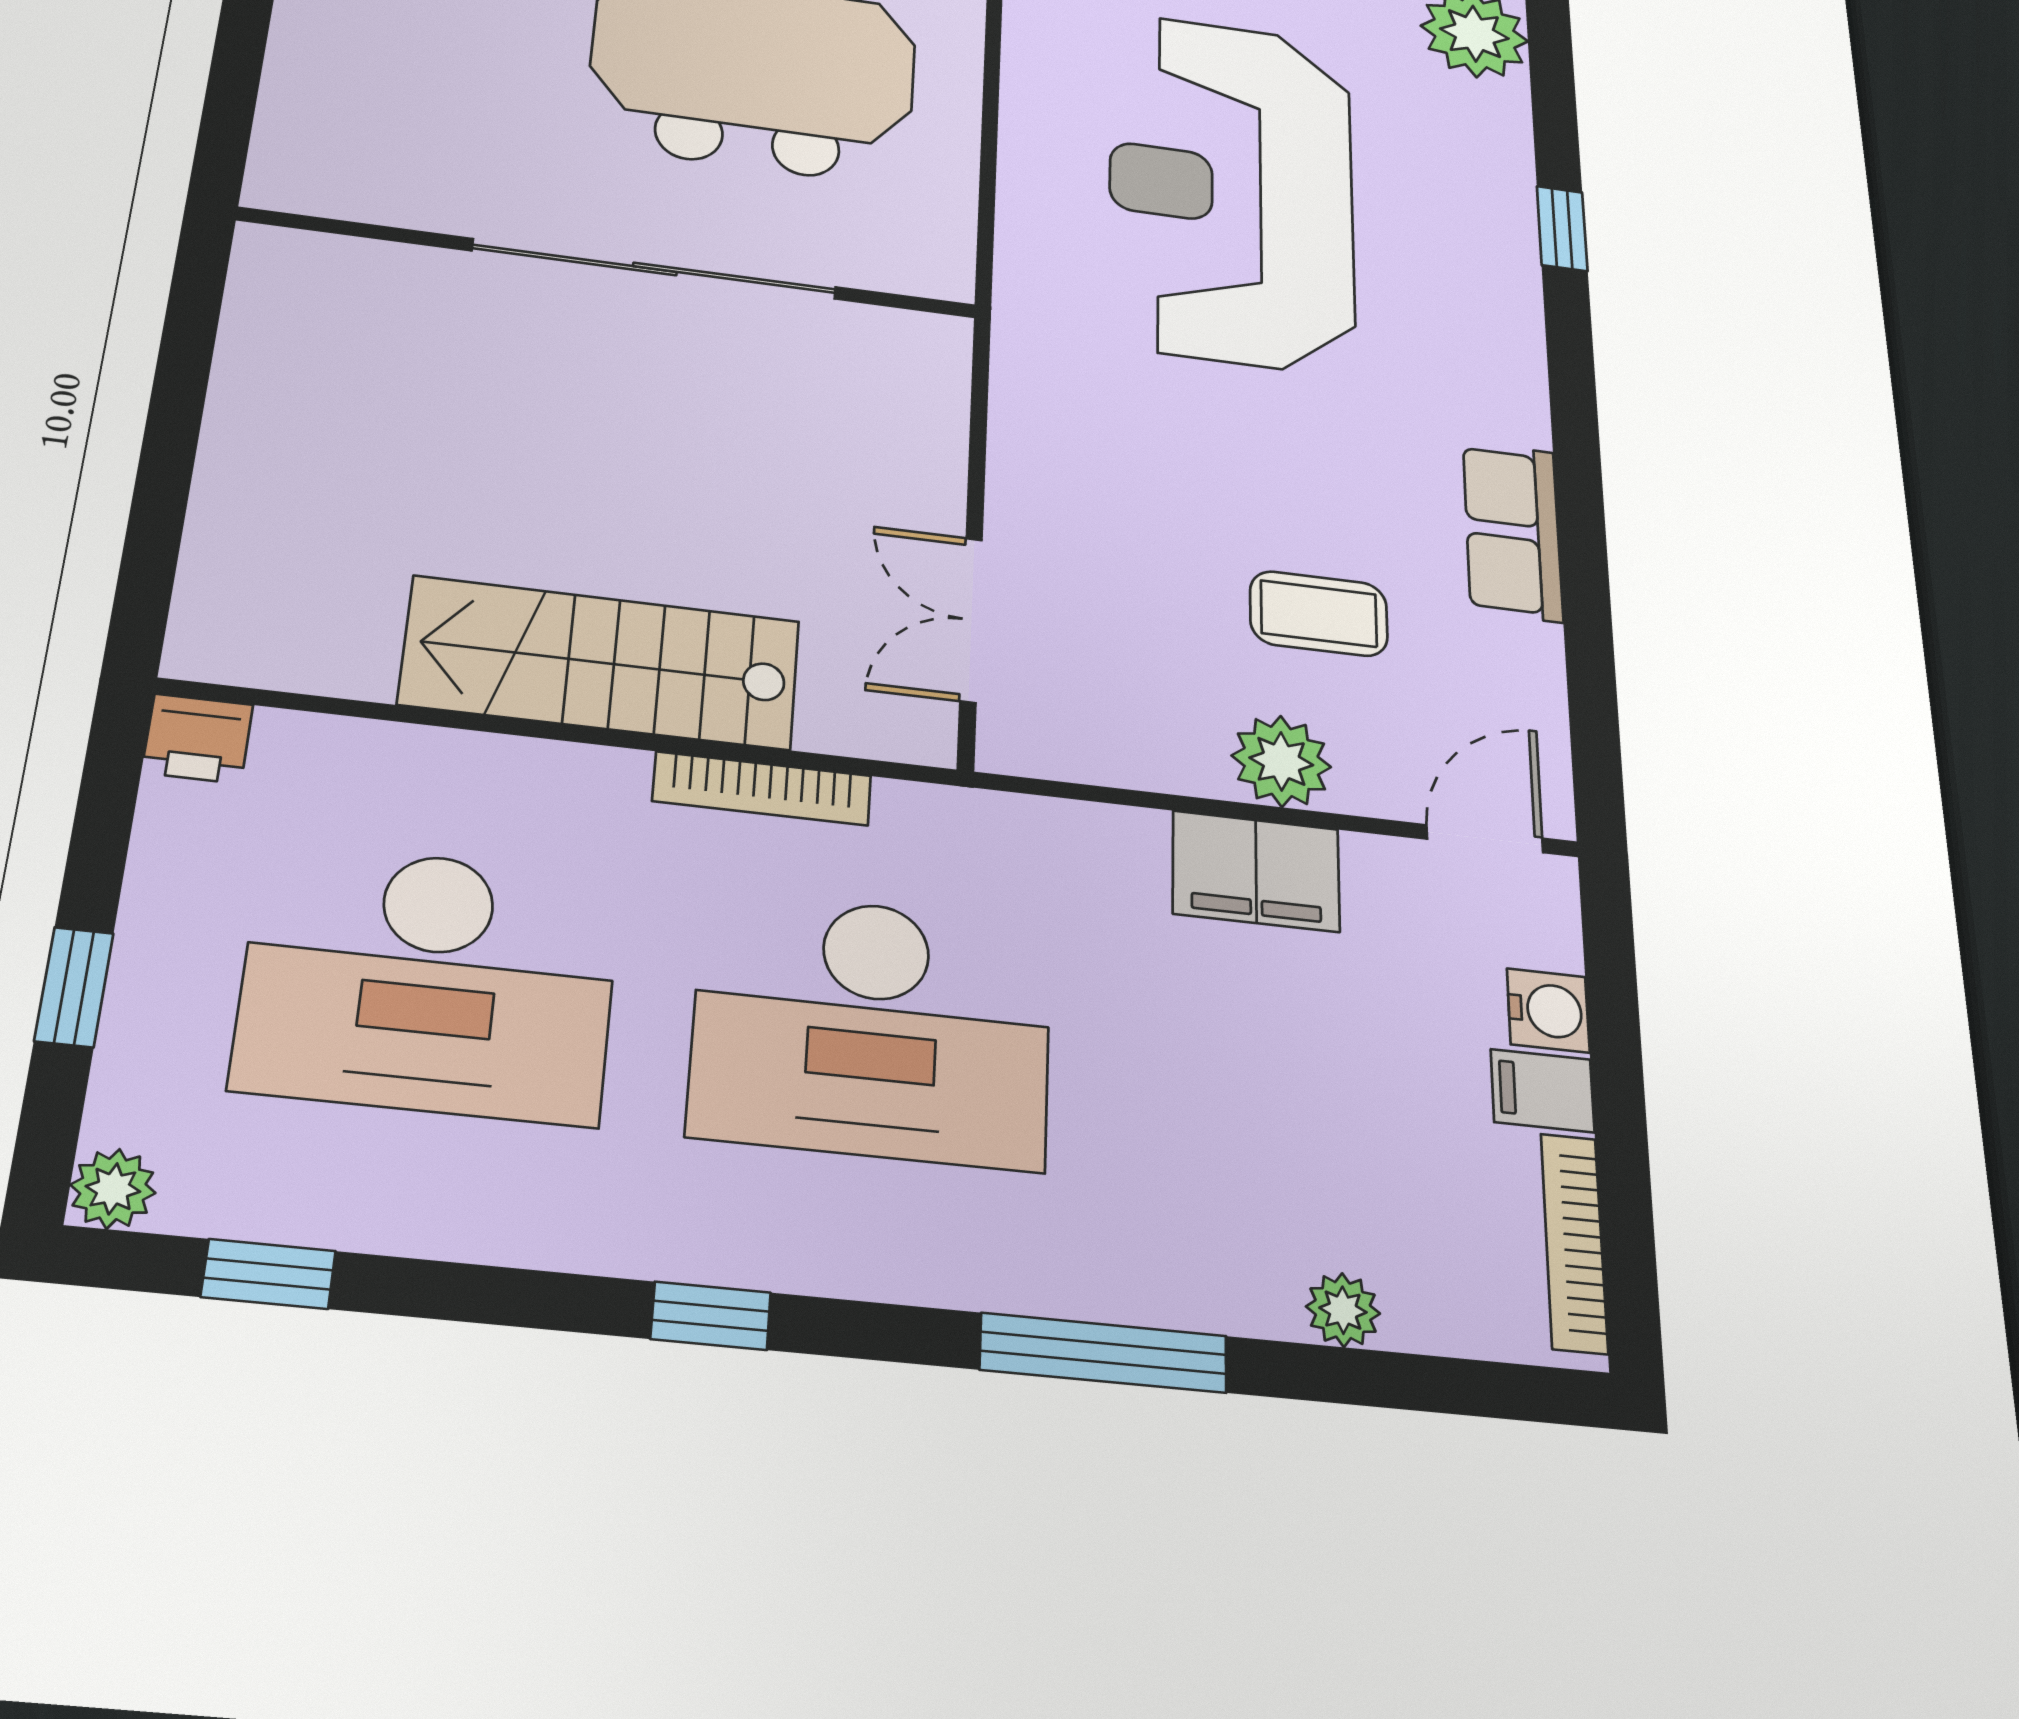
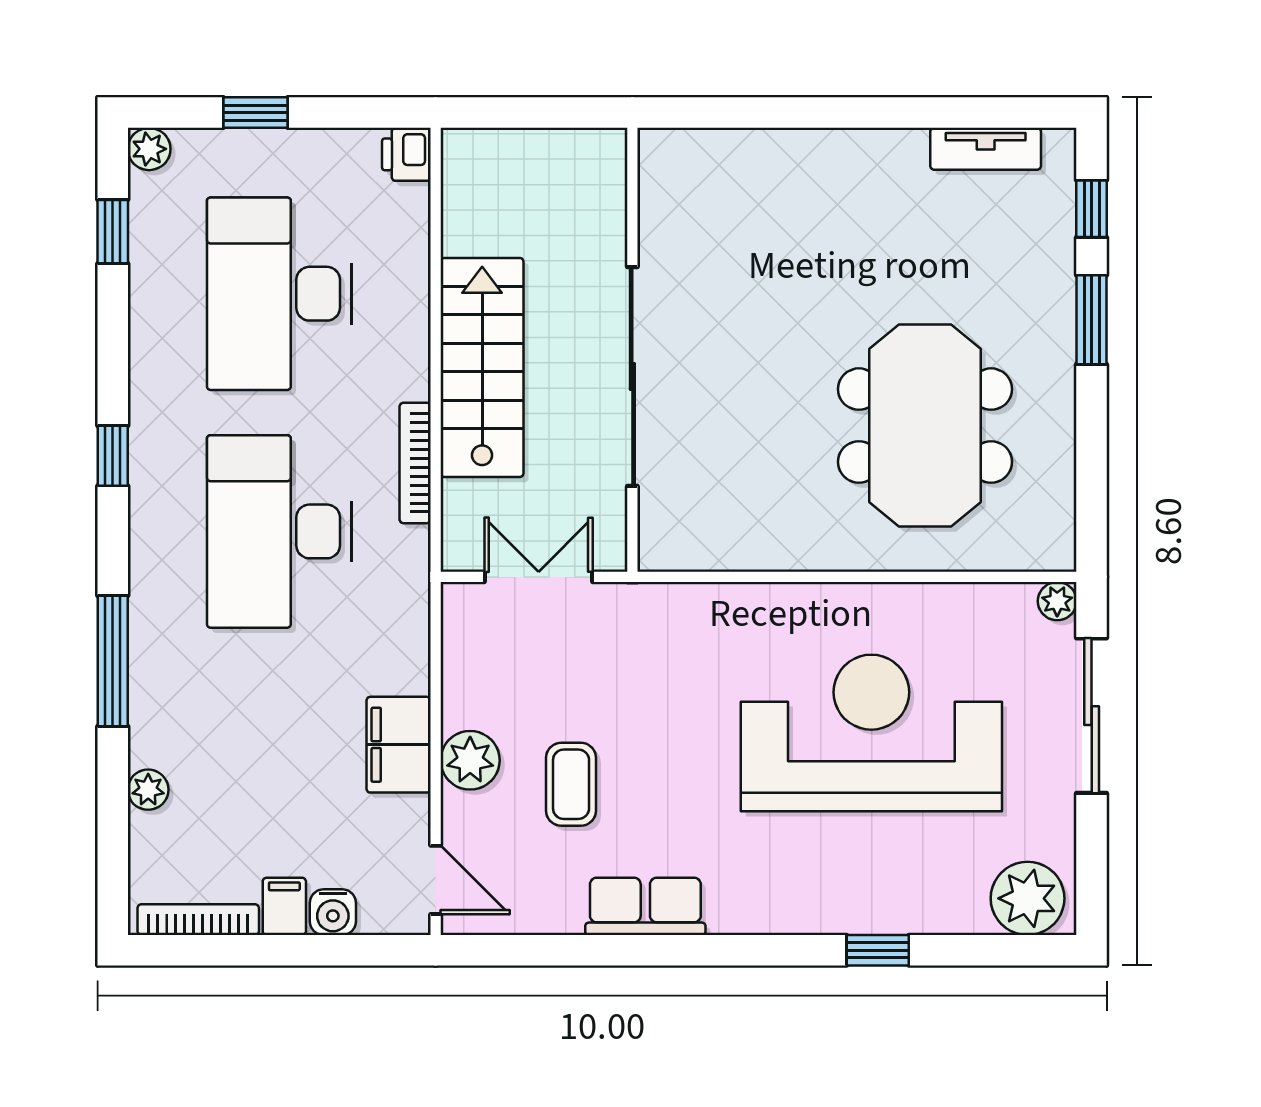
wall: (611, 263) -> (632, 350), moved
sliding door: (655, 269) -> (632, 376), moved

